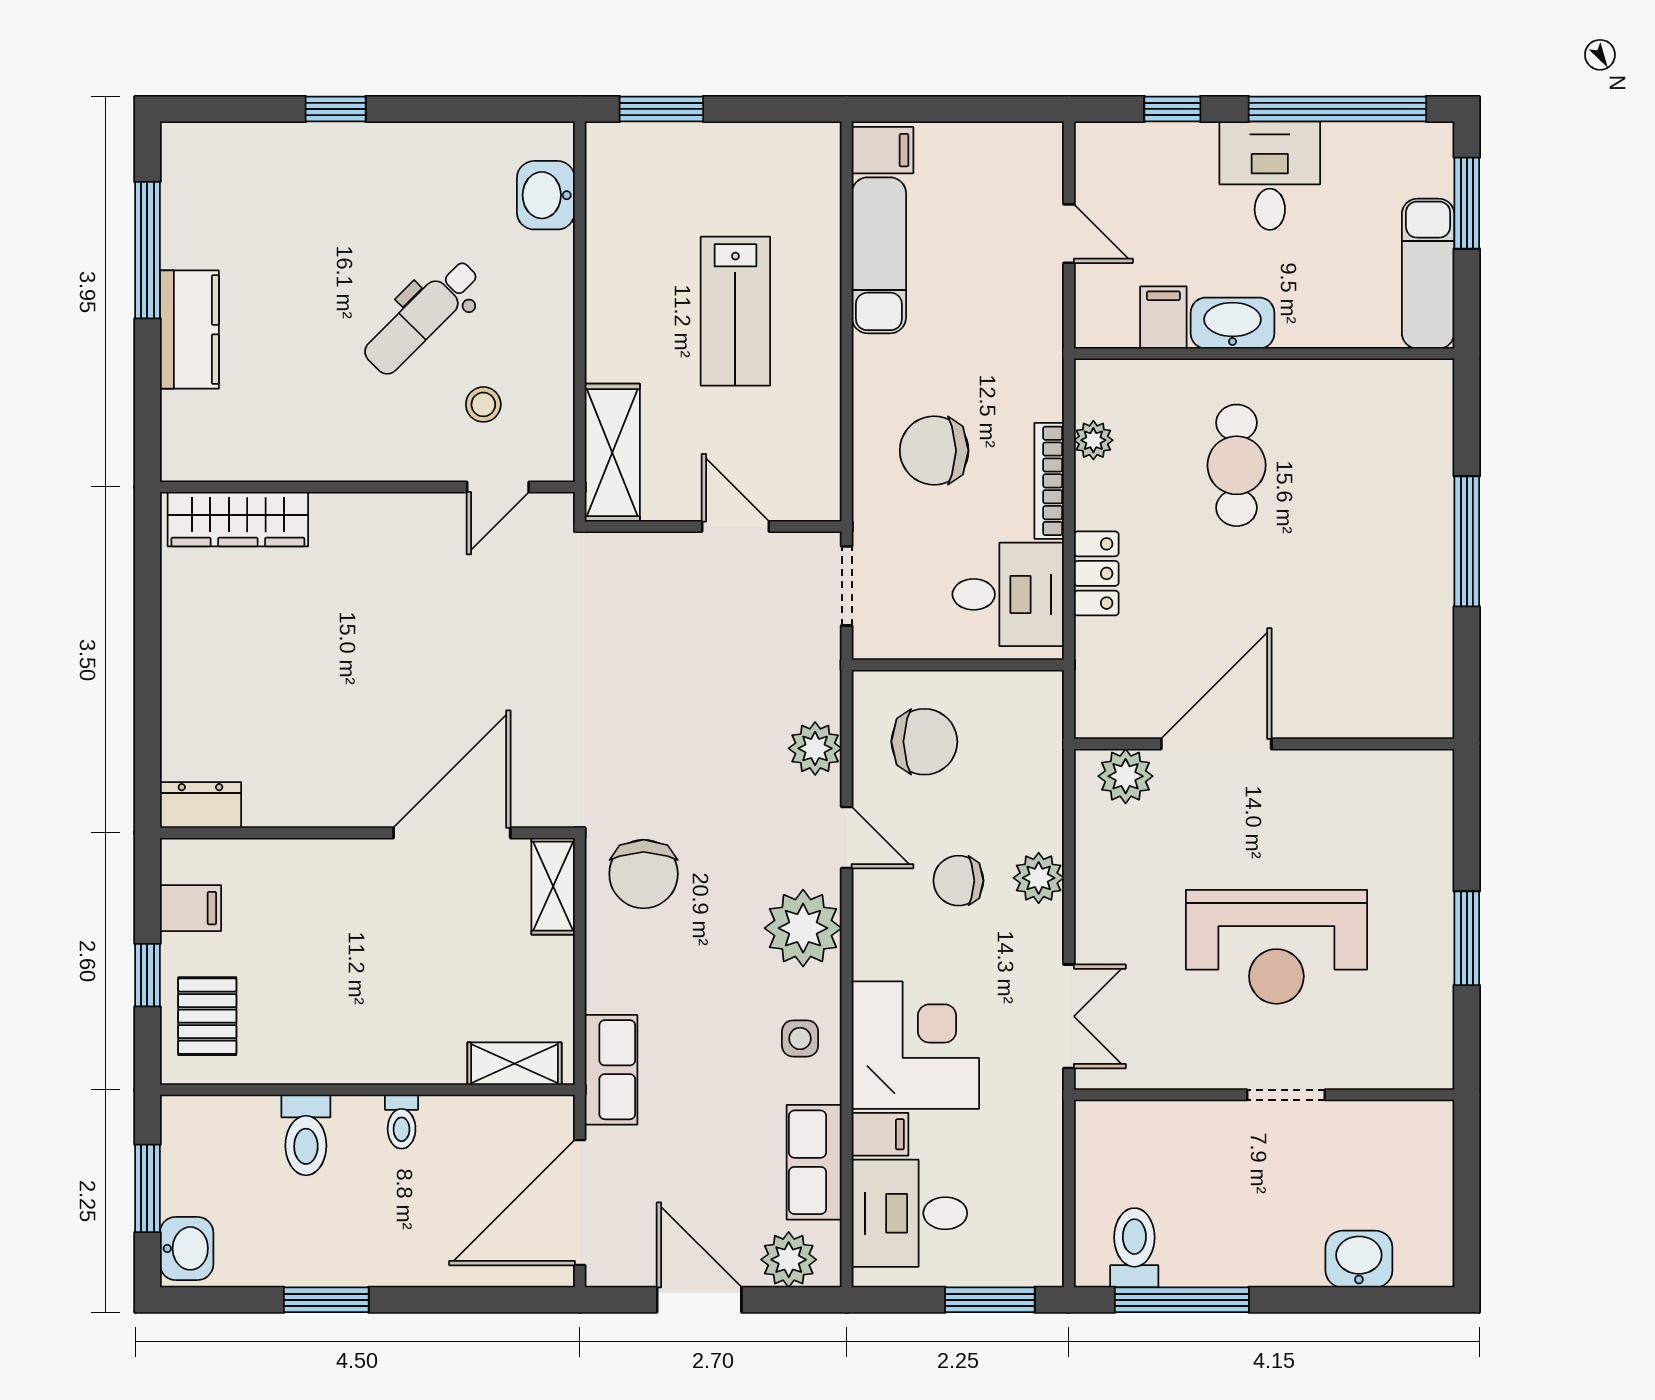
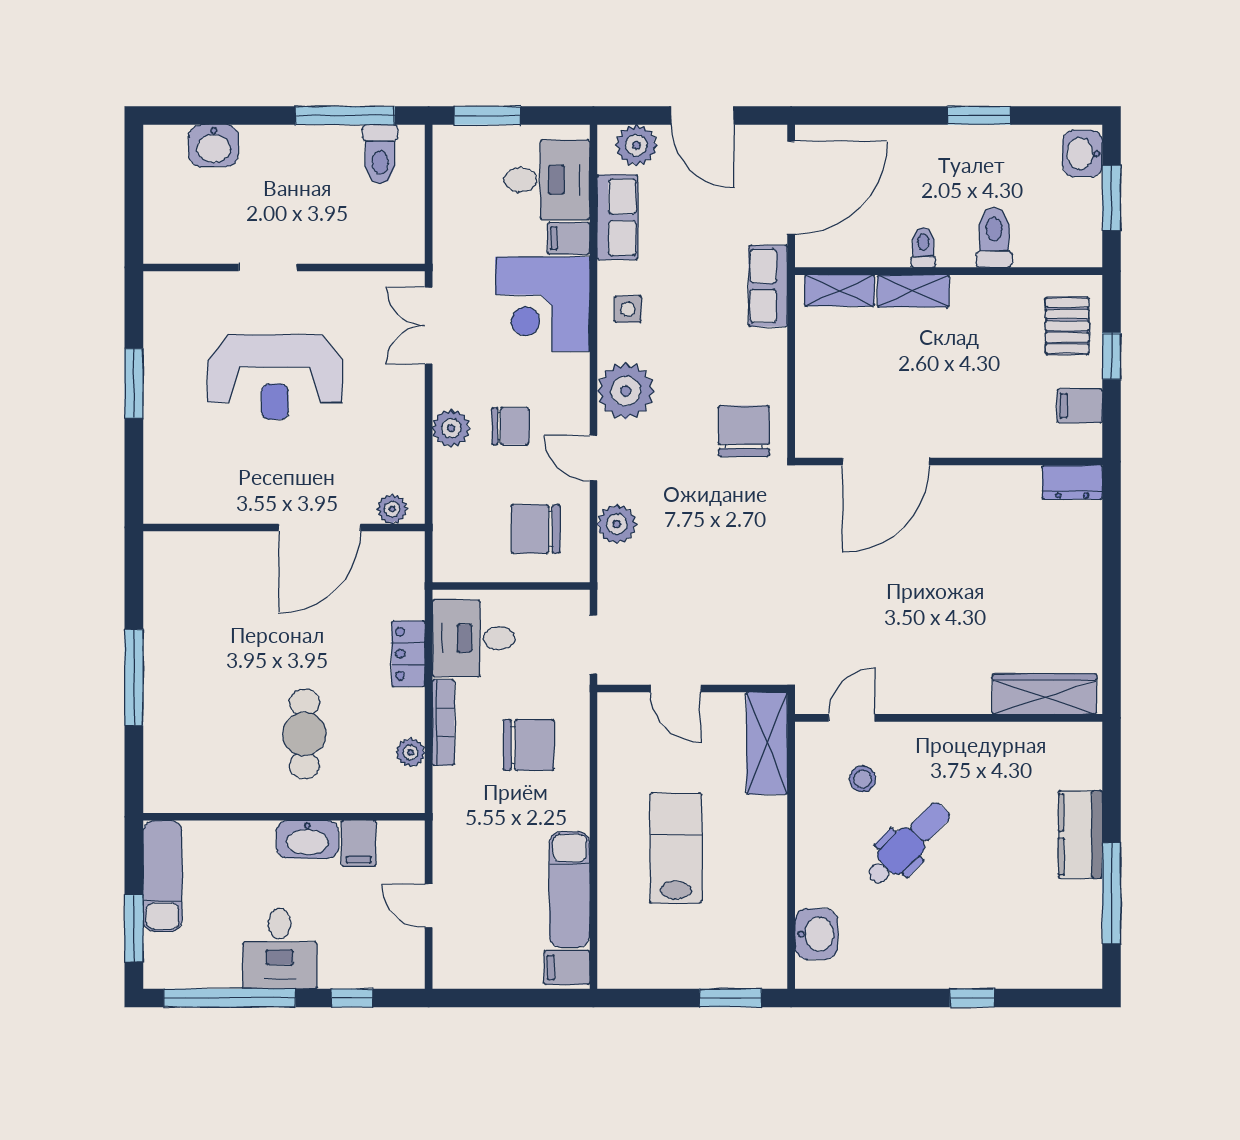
plant: (1126, 776) -> (392, 509), width x0.73, depth x0.73
shelving: (553, 886) -> (913, 291), moved, turned 90
reception desk: (1276, 947) -> (275, 377), turned 180

